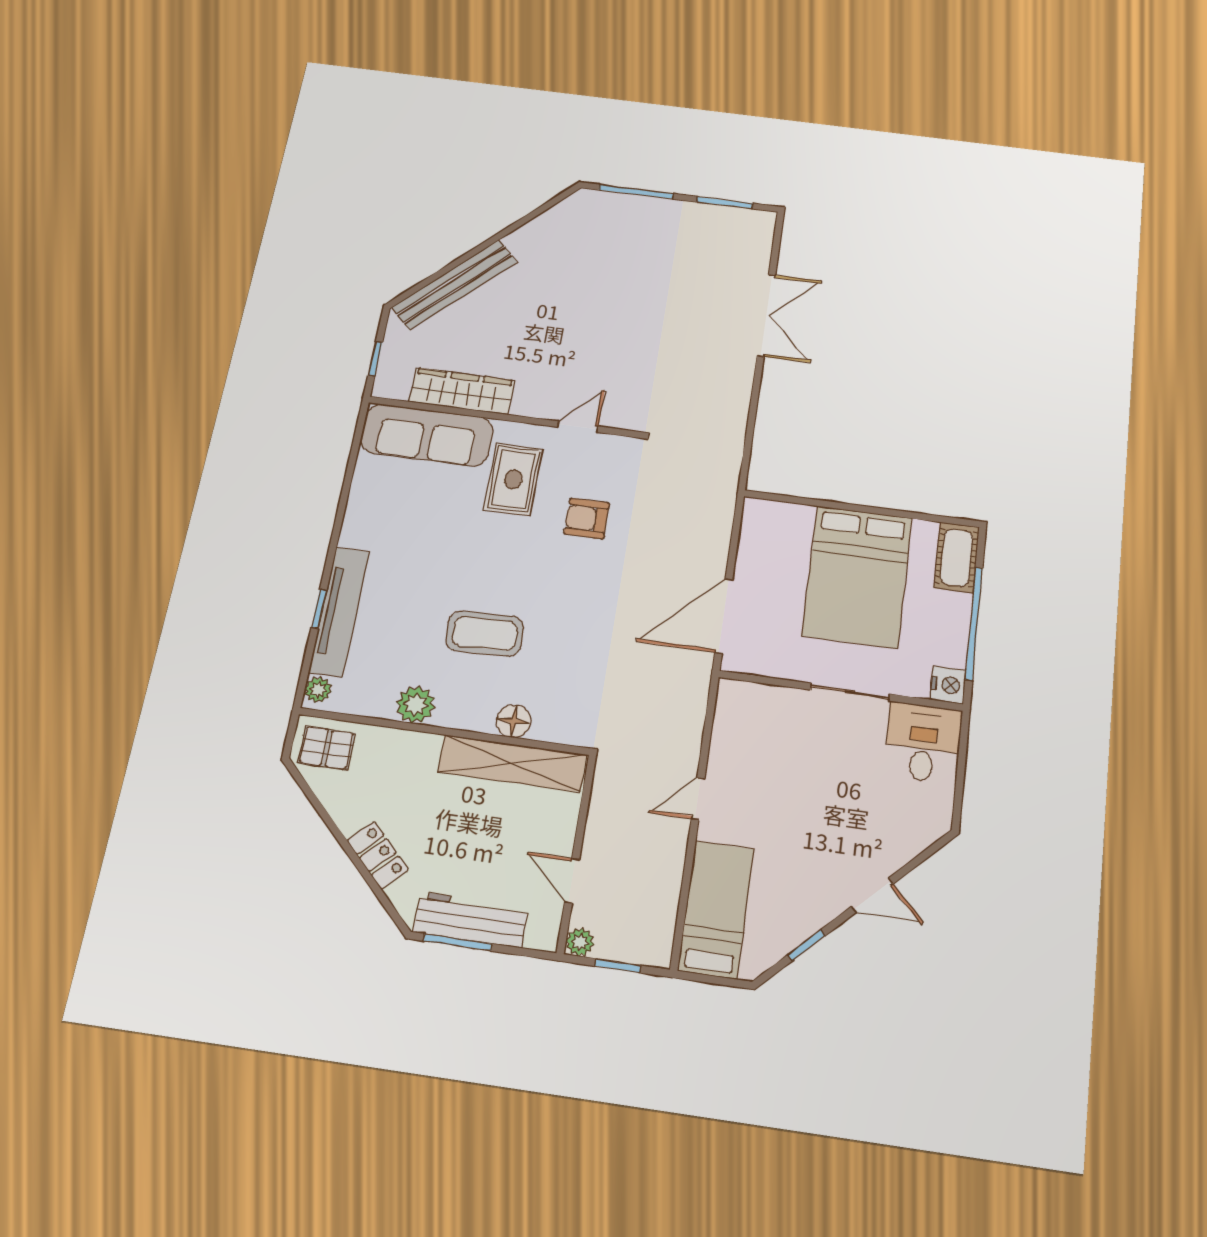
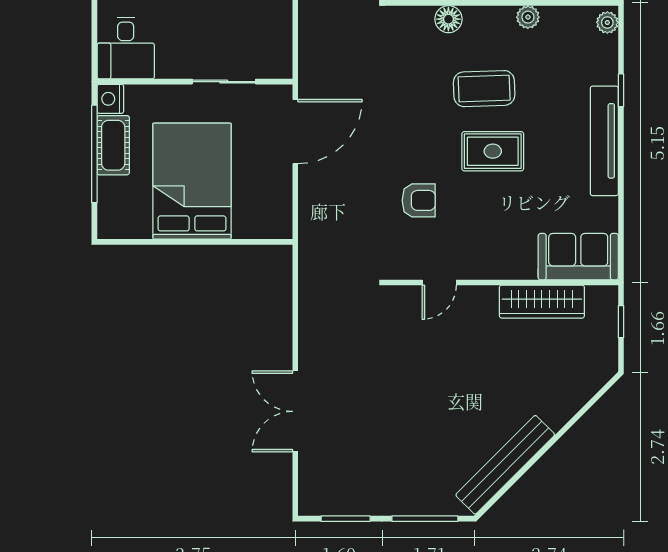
bench: (455, 285) -> (505, 465), moved
sofa: (427, 435) -> (578, 257), width x0.73
rug: (513, 479) -> (493, 151), moved, turned 90
cot: (957, 557) -> (113, 145), moved
tv unit: (339, 612) -> (604, 141), moved
sliding door: (850, 692) -> (224, 82), moved
plant: (416, 705) -> (528, 17), width x0.73, depth x0.73

